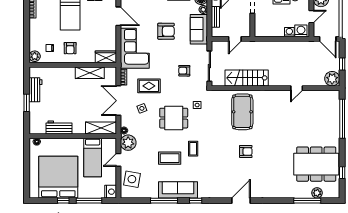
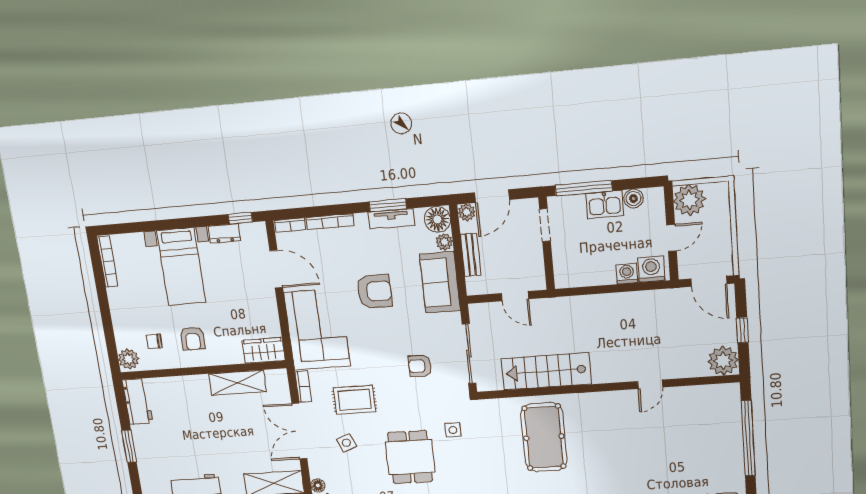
door: (235, 39) -> (515, 296), hinge flipped
workbench: (35, 90) -> (138, 402), moved
dining table: (174, 118) -> (410, 457), turned 90

